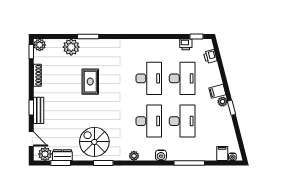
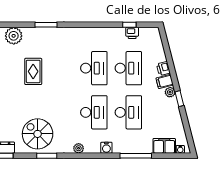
window: (88, 36) -> (46, 25), moved
window: (196, 36) -> (129, 25), moved
printer: (210, 56) -> (163, 69), moved
filing cabinet: (222, 153) -> (164, 146), width x2.00

